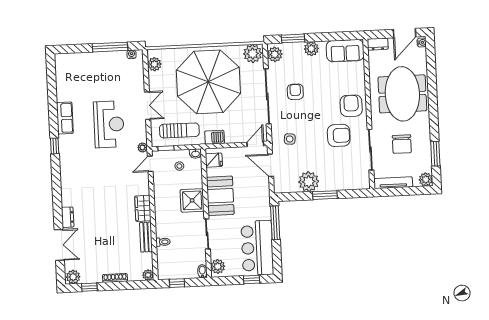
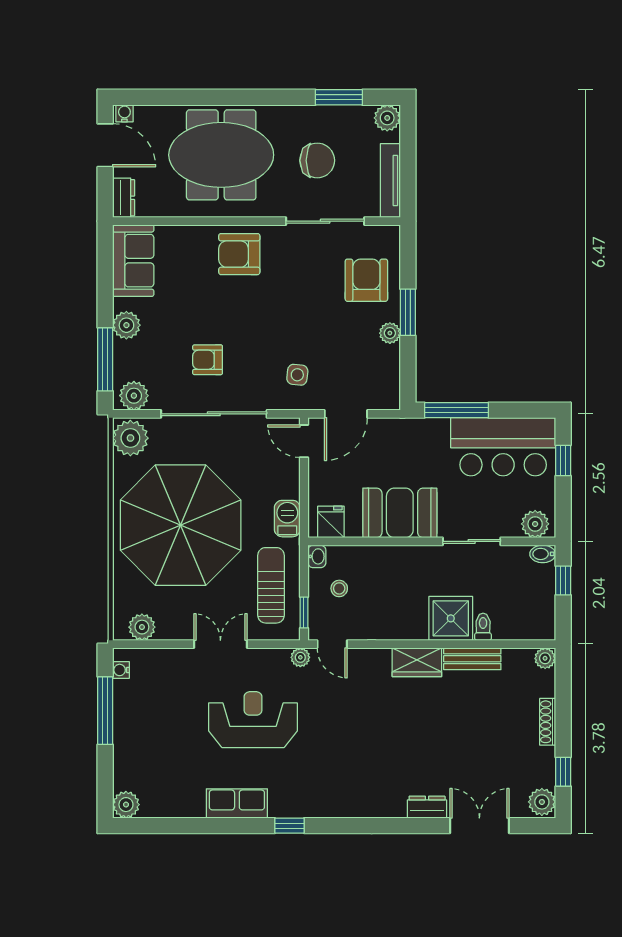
window: (293, 38) -> (105, 359), width x1.44
plant: (61, 60) -> (126, 805), added
armchair: (339, 135) -> (366, 280), moved
plant: (309, 182) -> (390, 333), width x0.53, depth x0.53
shower: (192, 200) -> (451, 618), moved
window: (177, 283) -> (563, 580), moved

